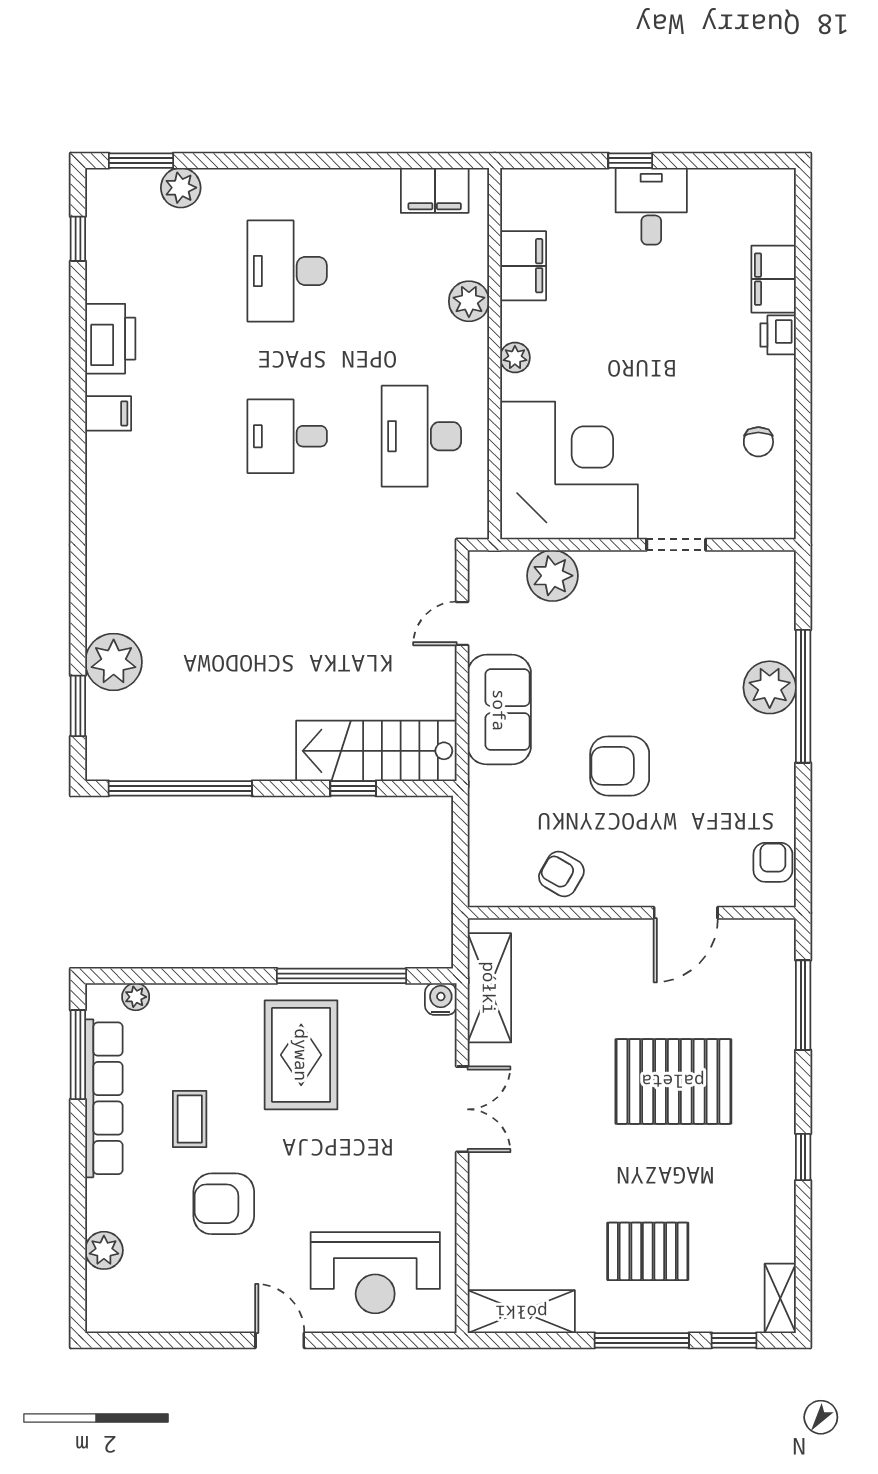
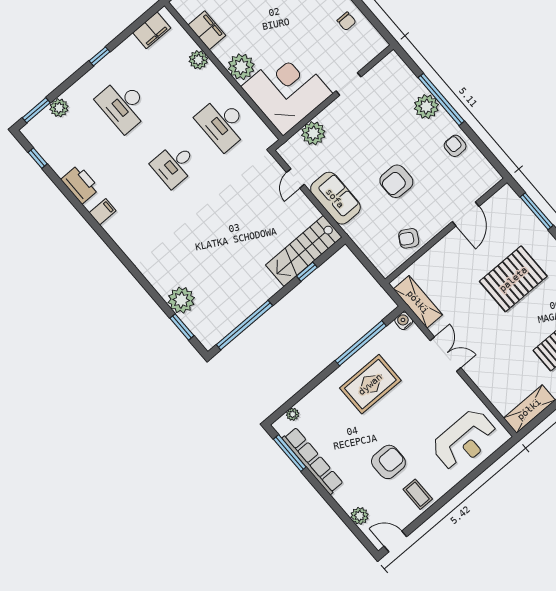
window: (316, 161) -> (100, 56), added
plant: (515, 358) -> (241, 67), width x1.88, depth x1.88
armchair: (773, 862) -> (455, 146), moved
rug: (301, 1055) -> (370, 384), turned 90
coffee table: (190, 1119) -> (418, 494), moved
armchair: (224, 1204) -> (388, 462), turned 180
door: (280, 1340) -> (395, 541), moved

